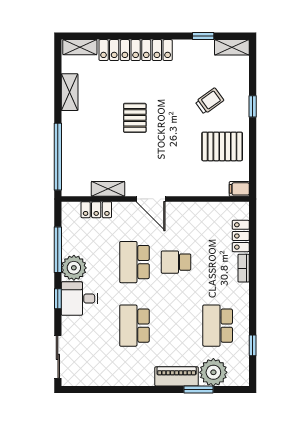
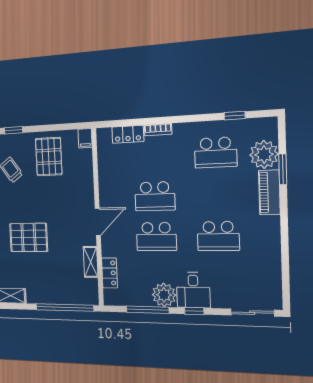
pallet: (135, 118) -> (29, 237), width x1.50, depth x1.42
school desk: (176, 262) -> (155, 196), width x1.85

